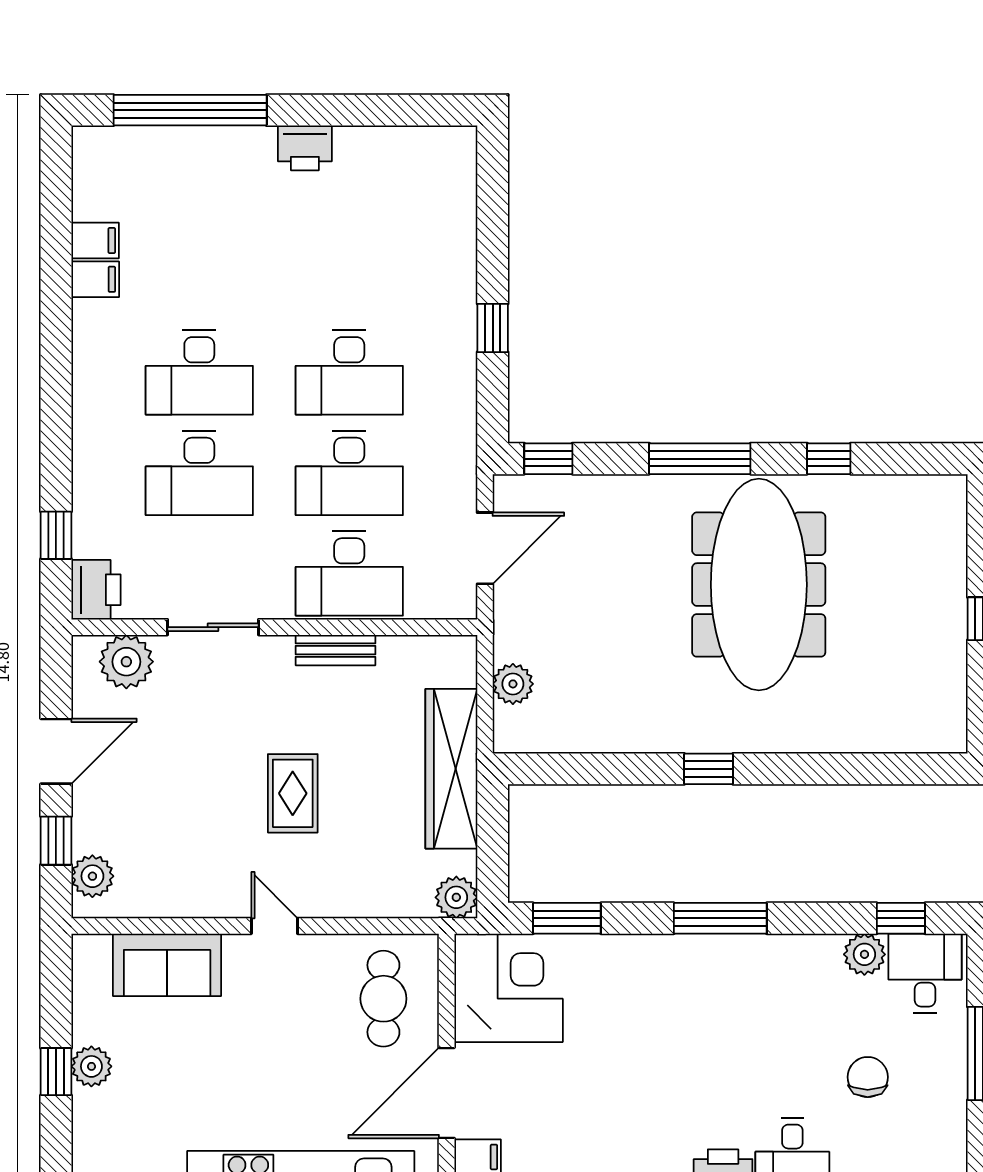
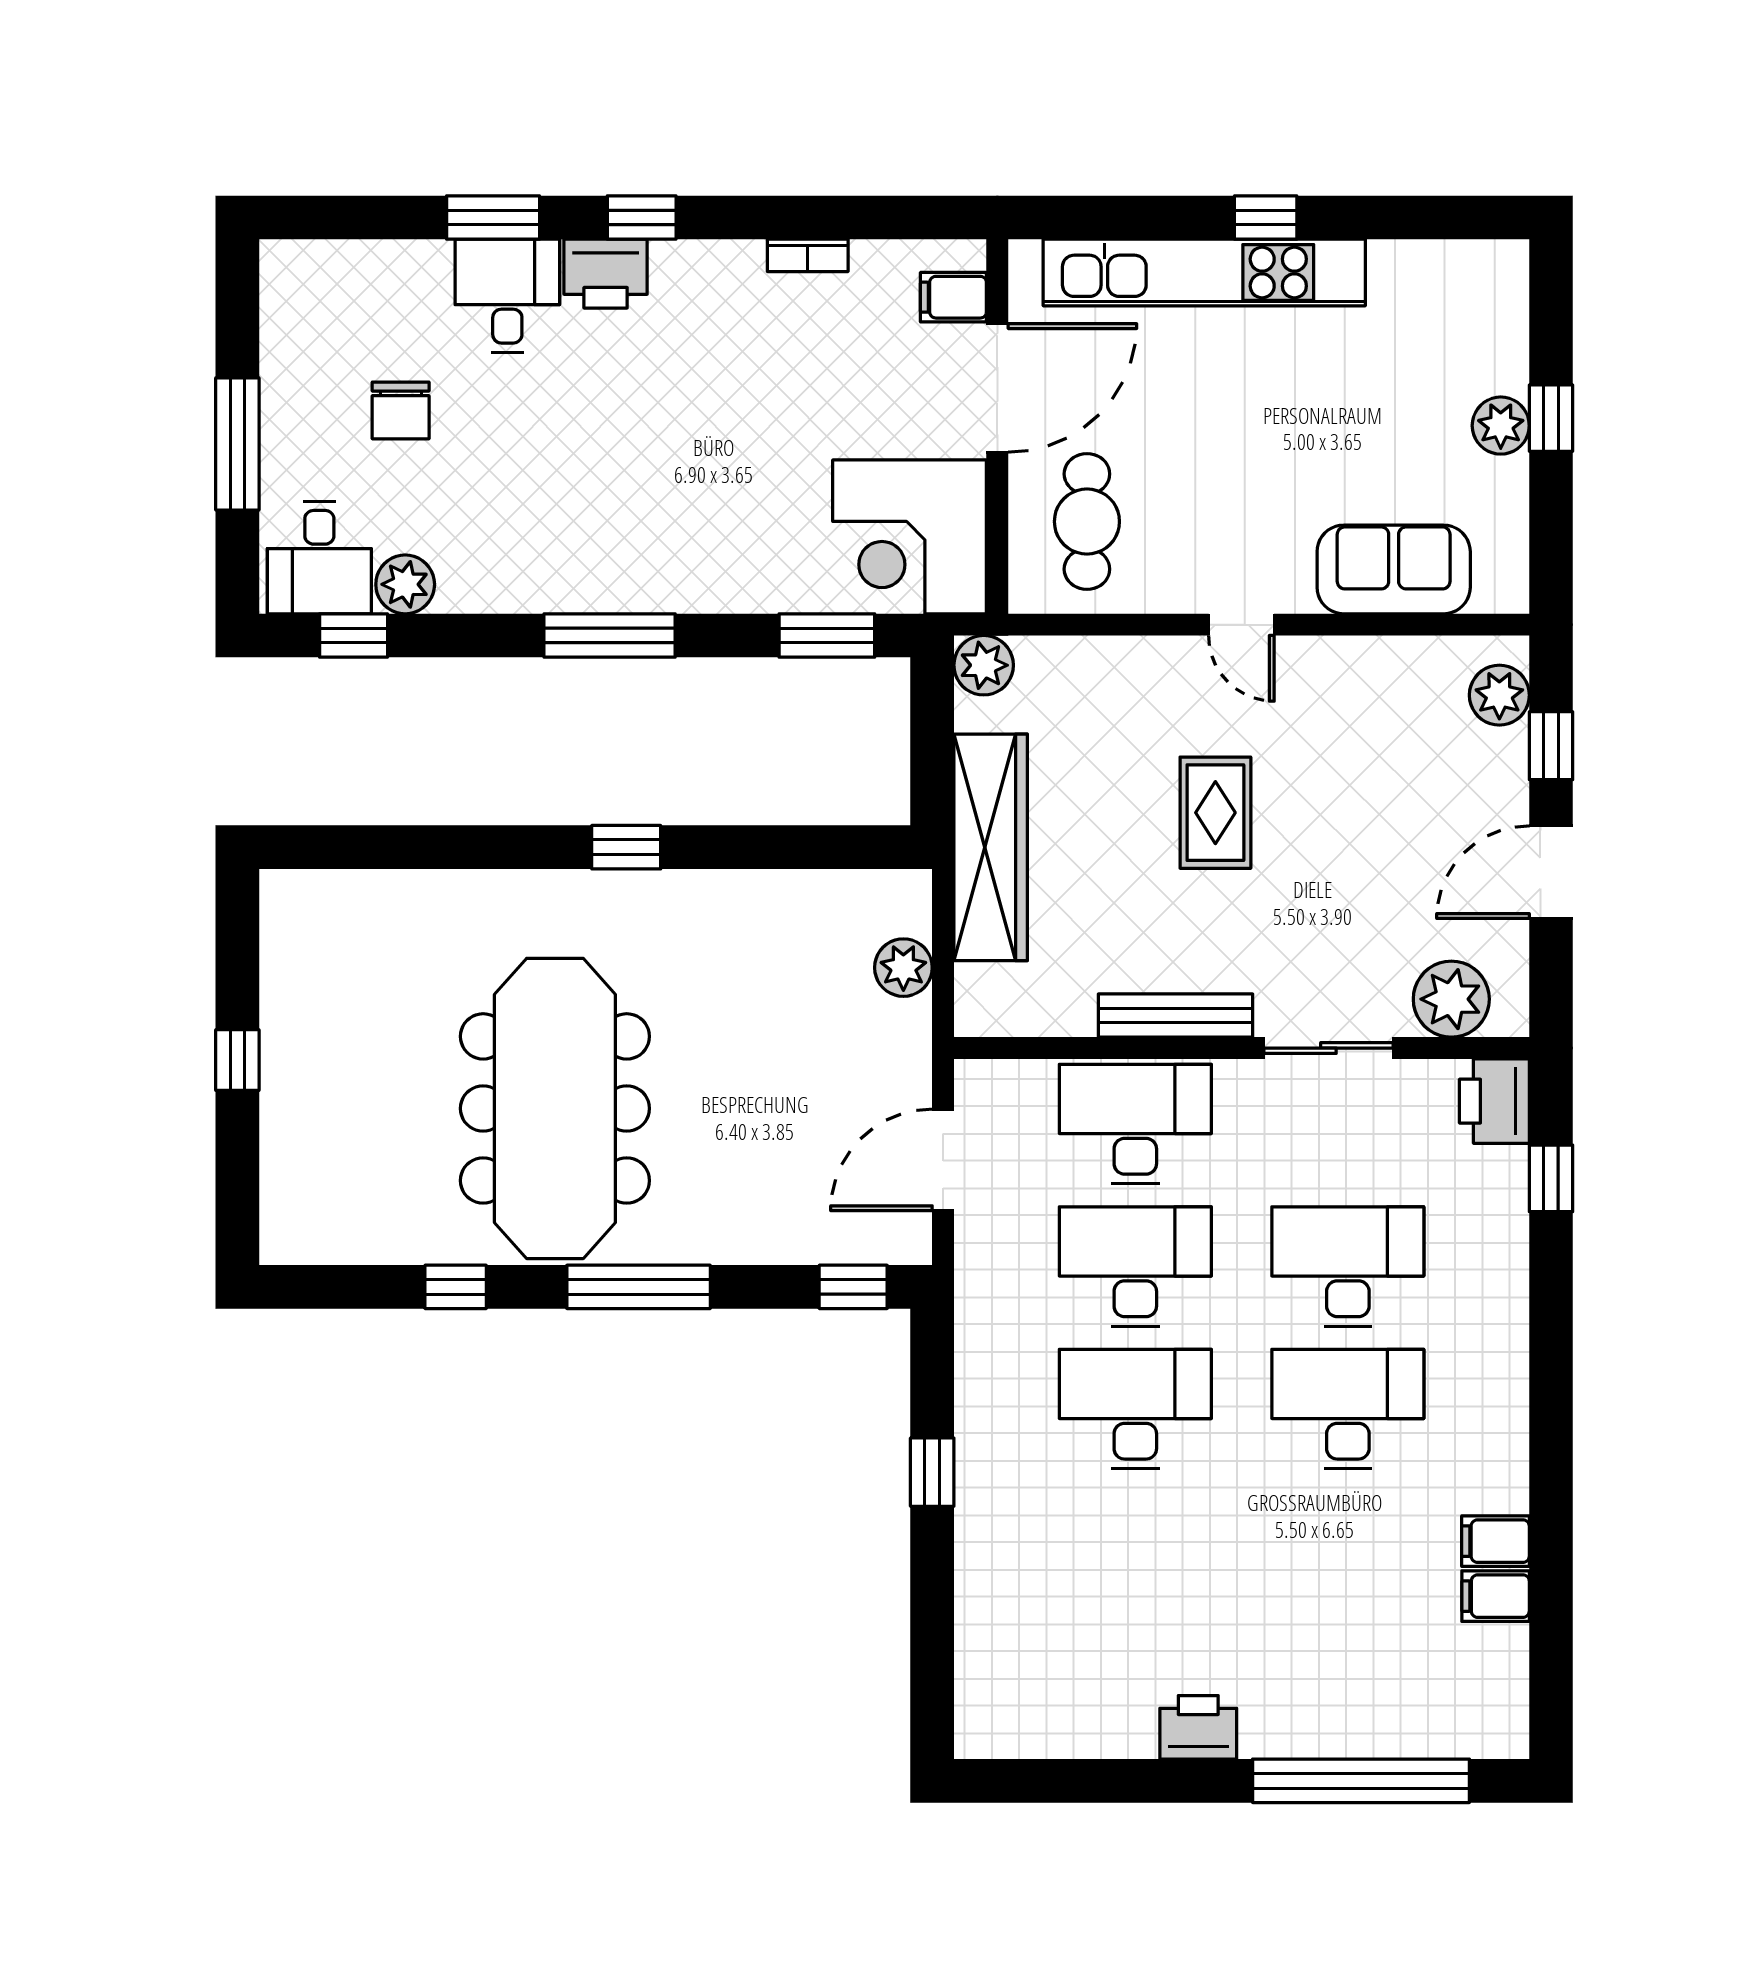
bench: (335, 650) -> (1175, 1016), width x1.36

